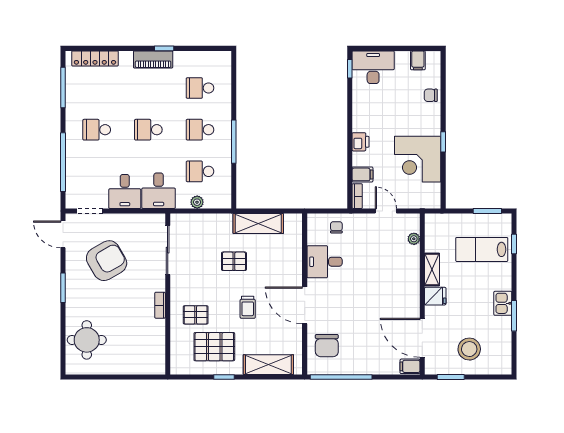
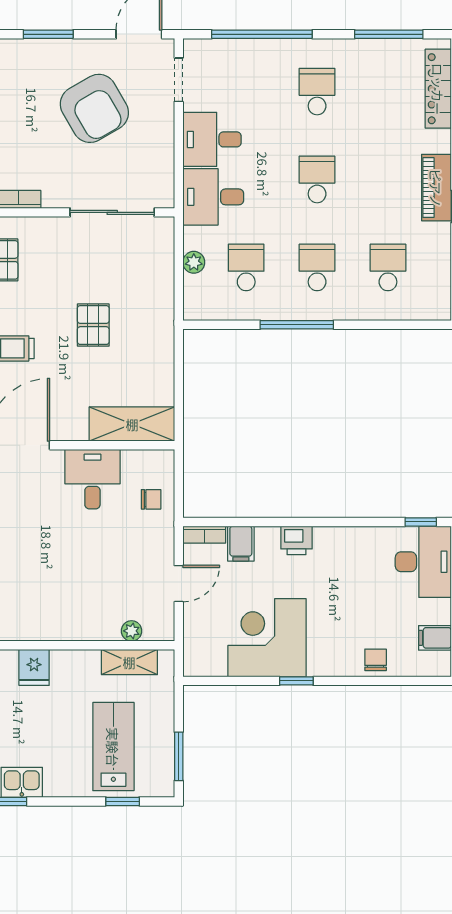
shelving: (258, 224) -> (132, 424), moved, turned 90
shelving: (432, 269) -> (129, 662), moved

